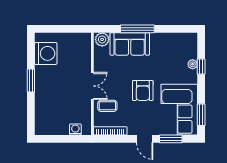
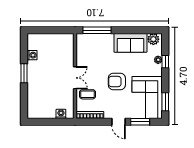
window: (137, 29) -> (97, 30), moved
plant: (102, 39) -> (153, 39), moved
sofa: (130, 44) -> (130, 43), moved
washing machine: (46, 53) -> (32, 55), width x0.53, depth x0.53
armchair: (143, 90) -> (117, 81), turned 90

